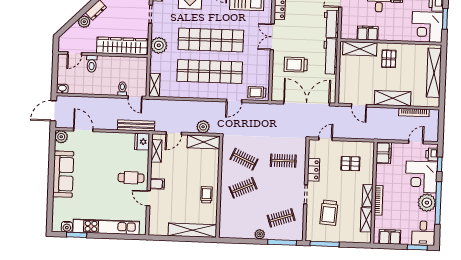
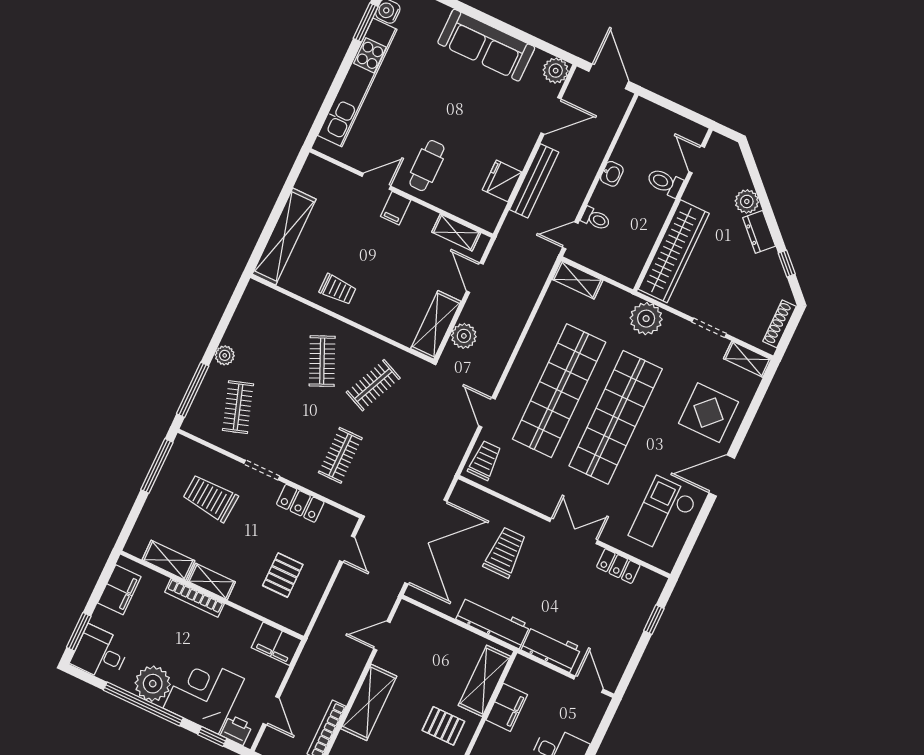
washbasin: (62, 89) -> (612, 174), moved
bench: (136, 126) -> (534, 181), moved
fridge: (142, 142) -> (502, 181), moved, turned -90

